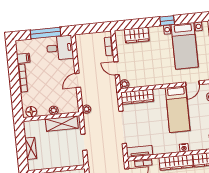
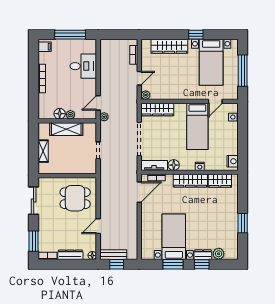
wardrobe: (137, 35) -> (169, 46), width x1.50
desk: (60, 48) -> (83, 66), moved
filing cabinet: (23, 58) -> (45, 47), moved
door: (117, 68) -> (139, 78), swing flipped
door: (78, 80) -> (98, 103), moved
floor lamp: (31, 112) -> (60, 114), moved
shelving: (62, 124) -> (66, 129), moved
floor lamp: (158, 149) -> (174, 165), added

